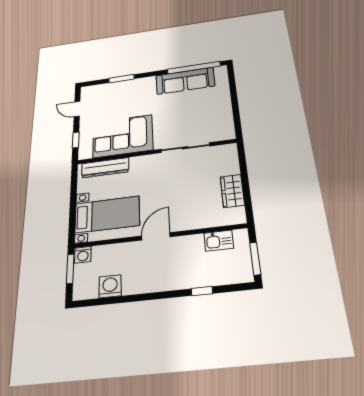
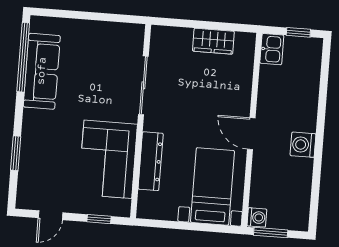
dresser: (105, 168) -> (151, 161), moved
kitchen sink: (219, 241) -> (272, 49), moved
window: (255, 259) -> (298, 32), width x0.67
washing machine: (110, 286) -> (303, 145), moved
window: (202, 291) -> (323, 93), removed

